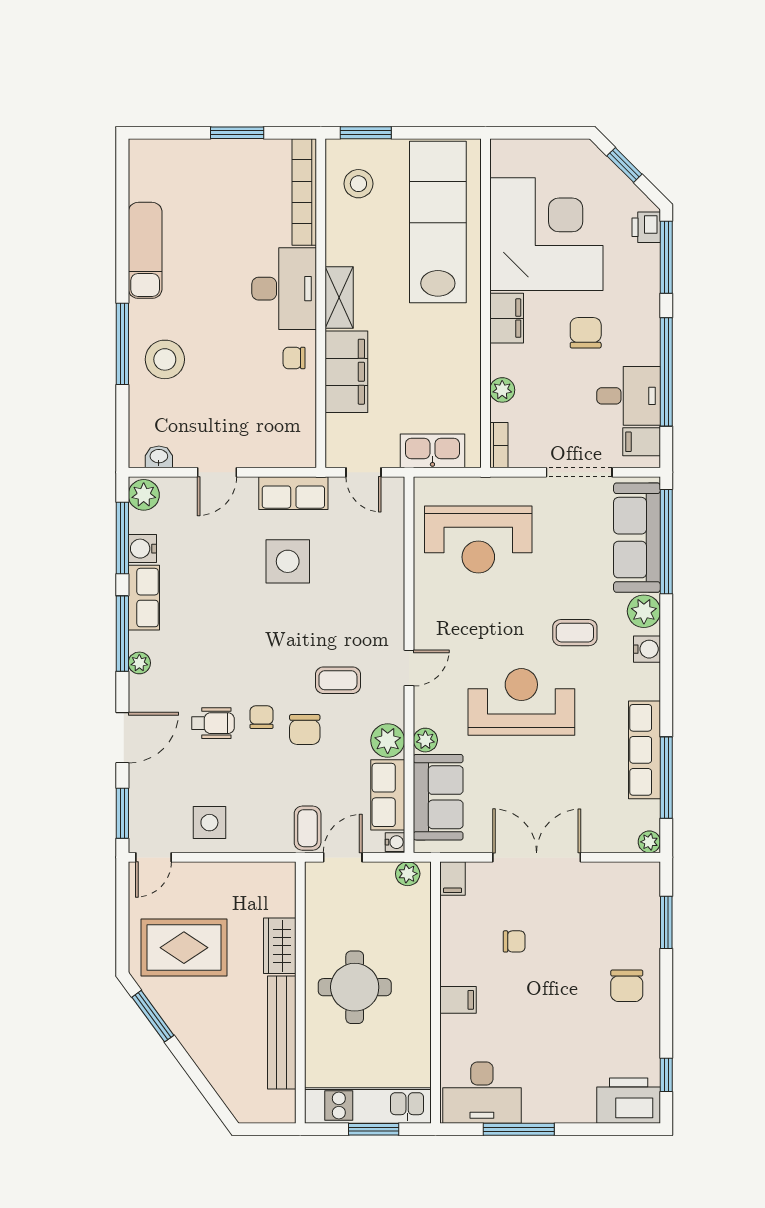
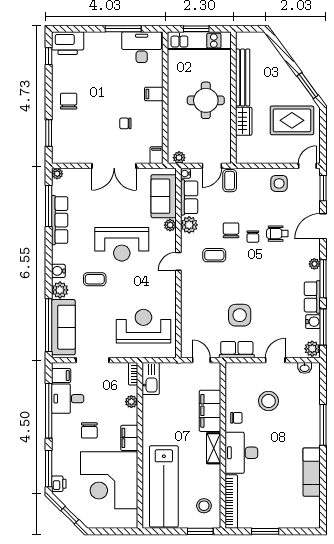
stool: (165, 359) -> (268, 401), moved
kitchen sink: (432, 451) -> (151, 379), moved, turned -90

